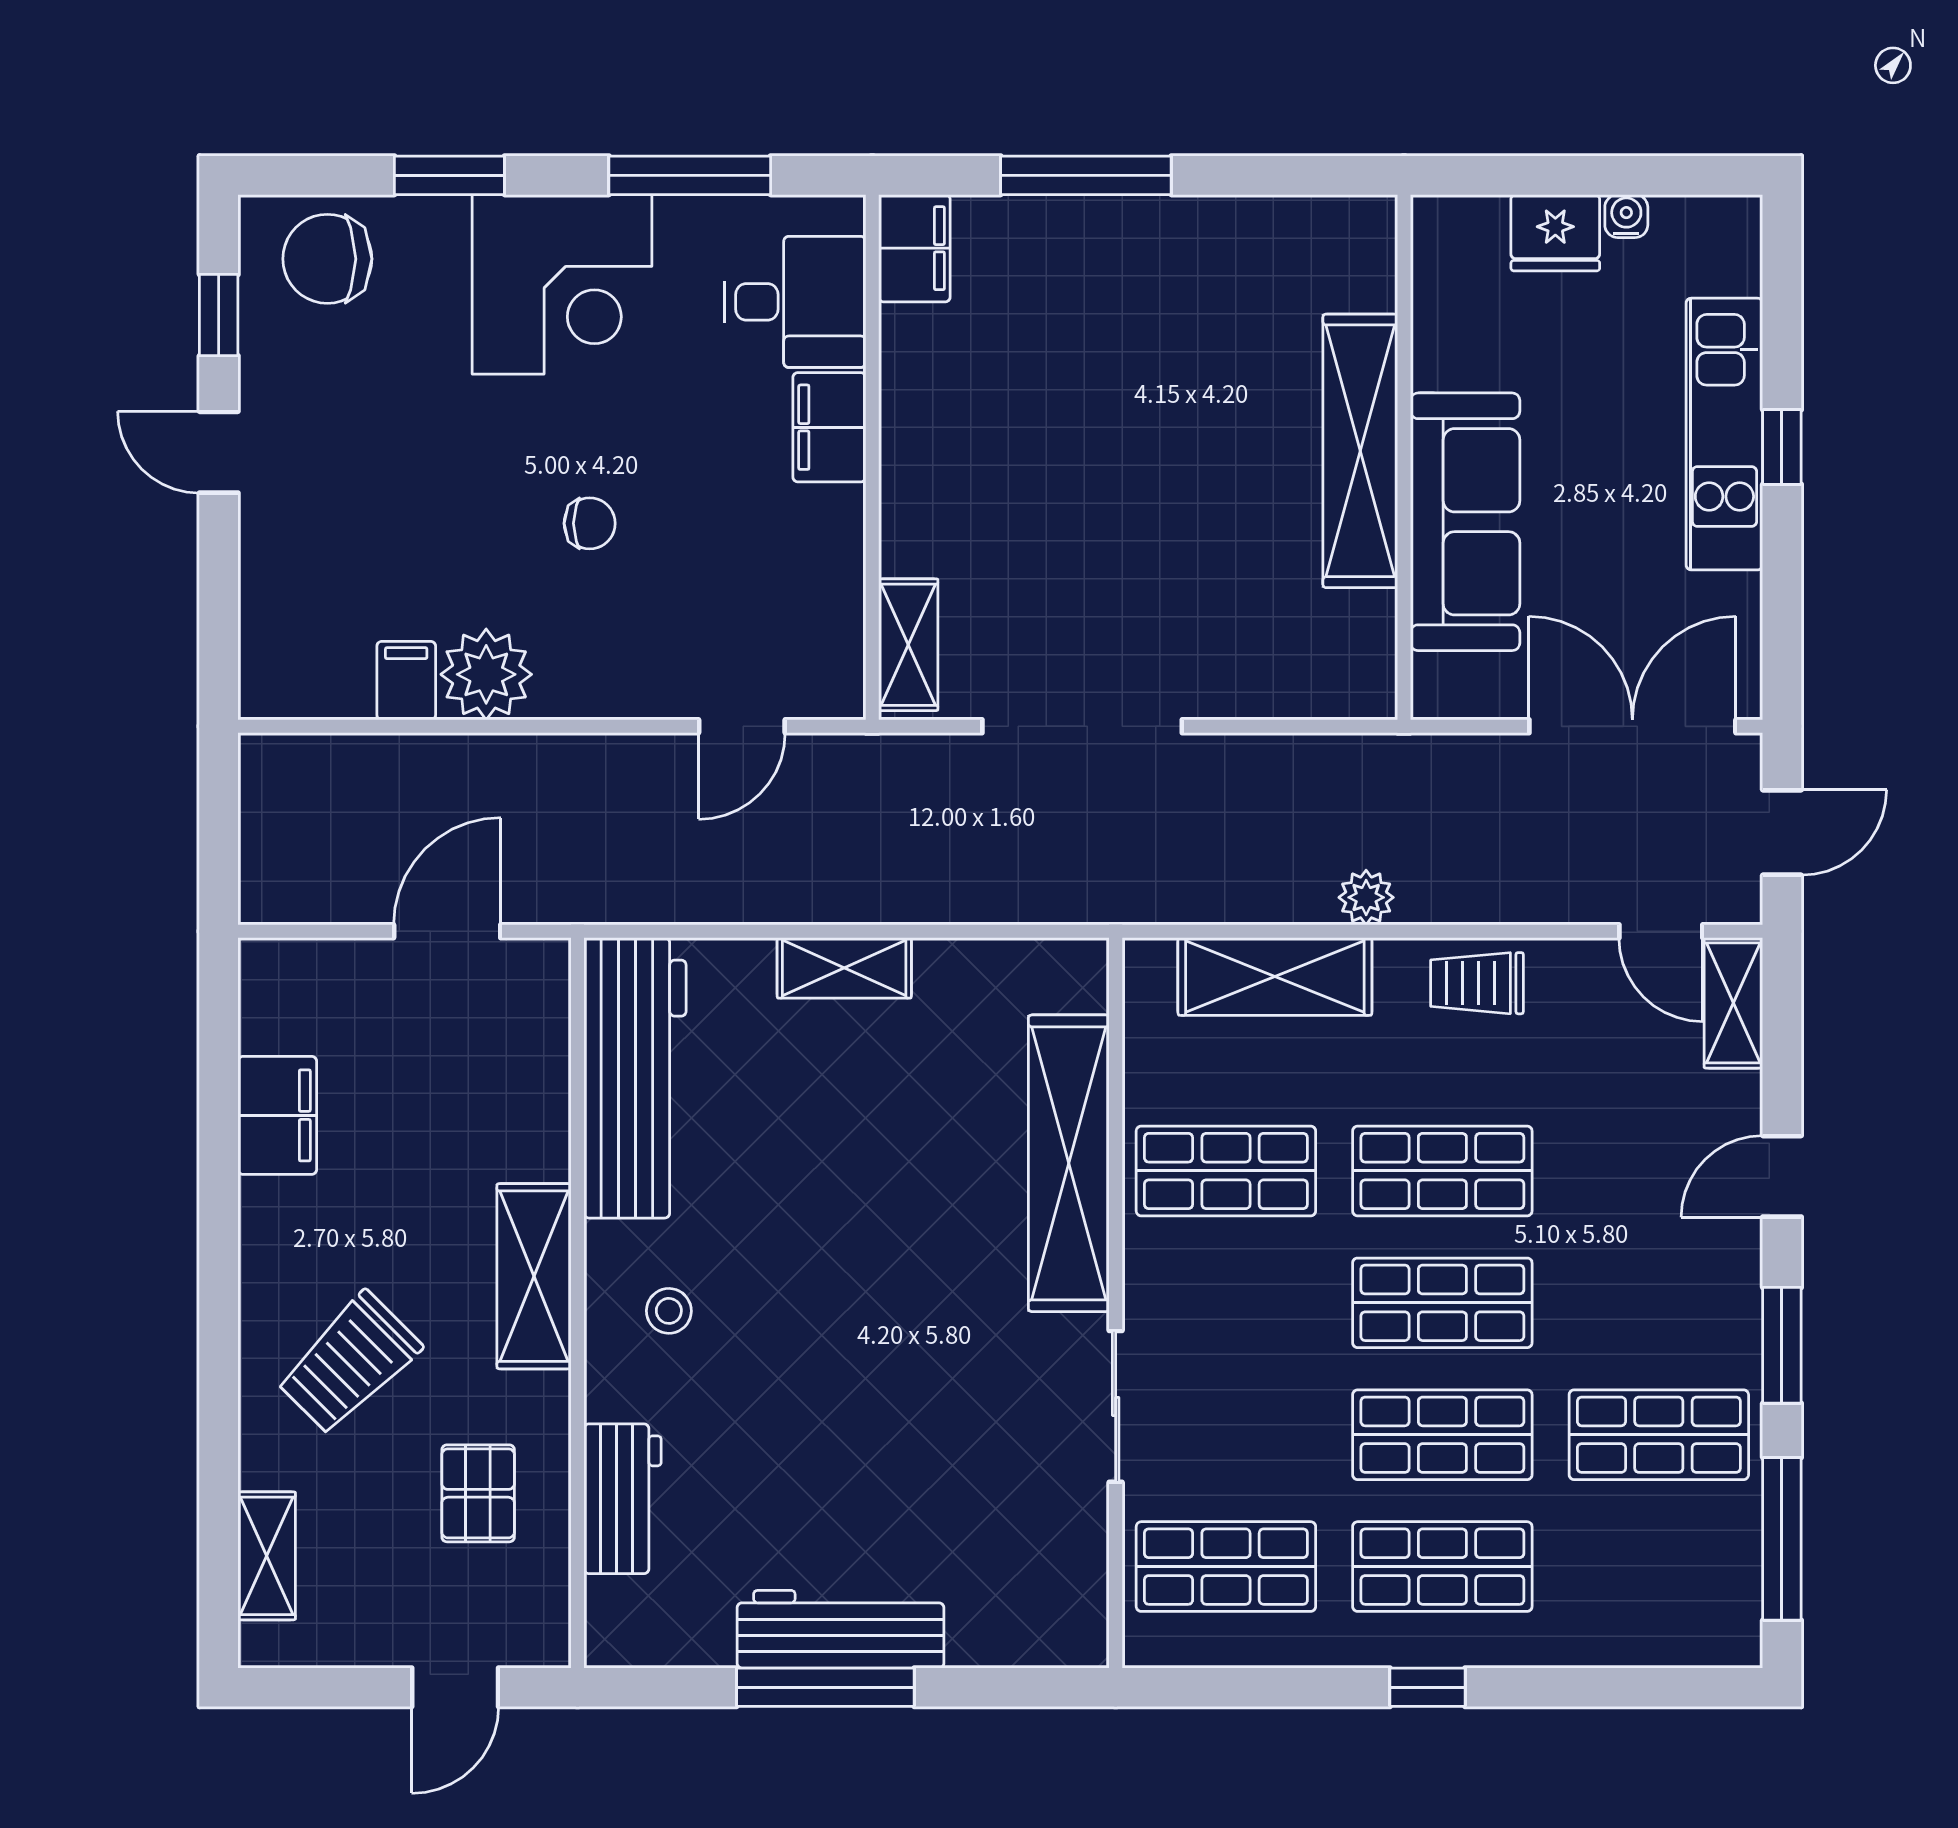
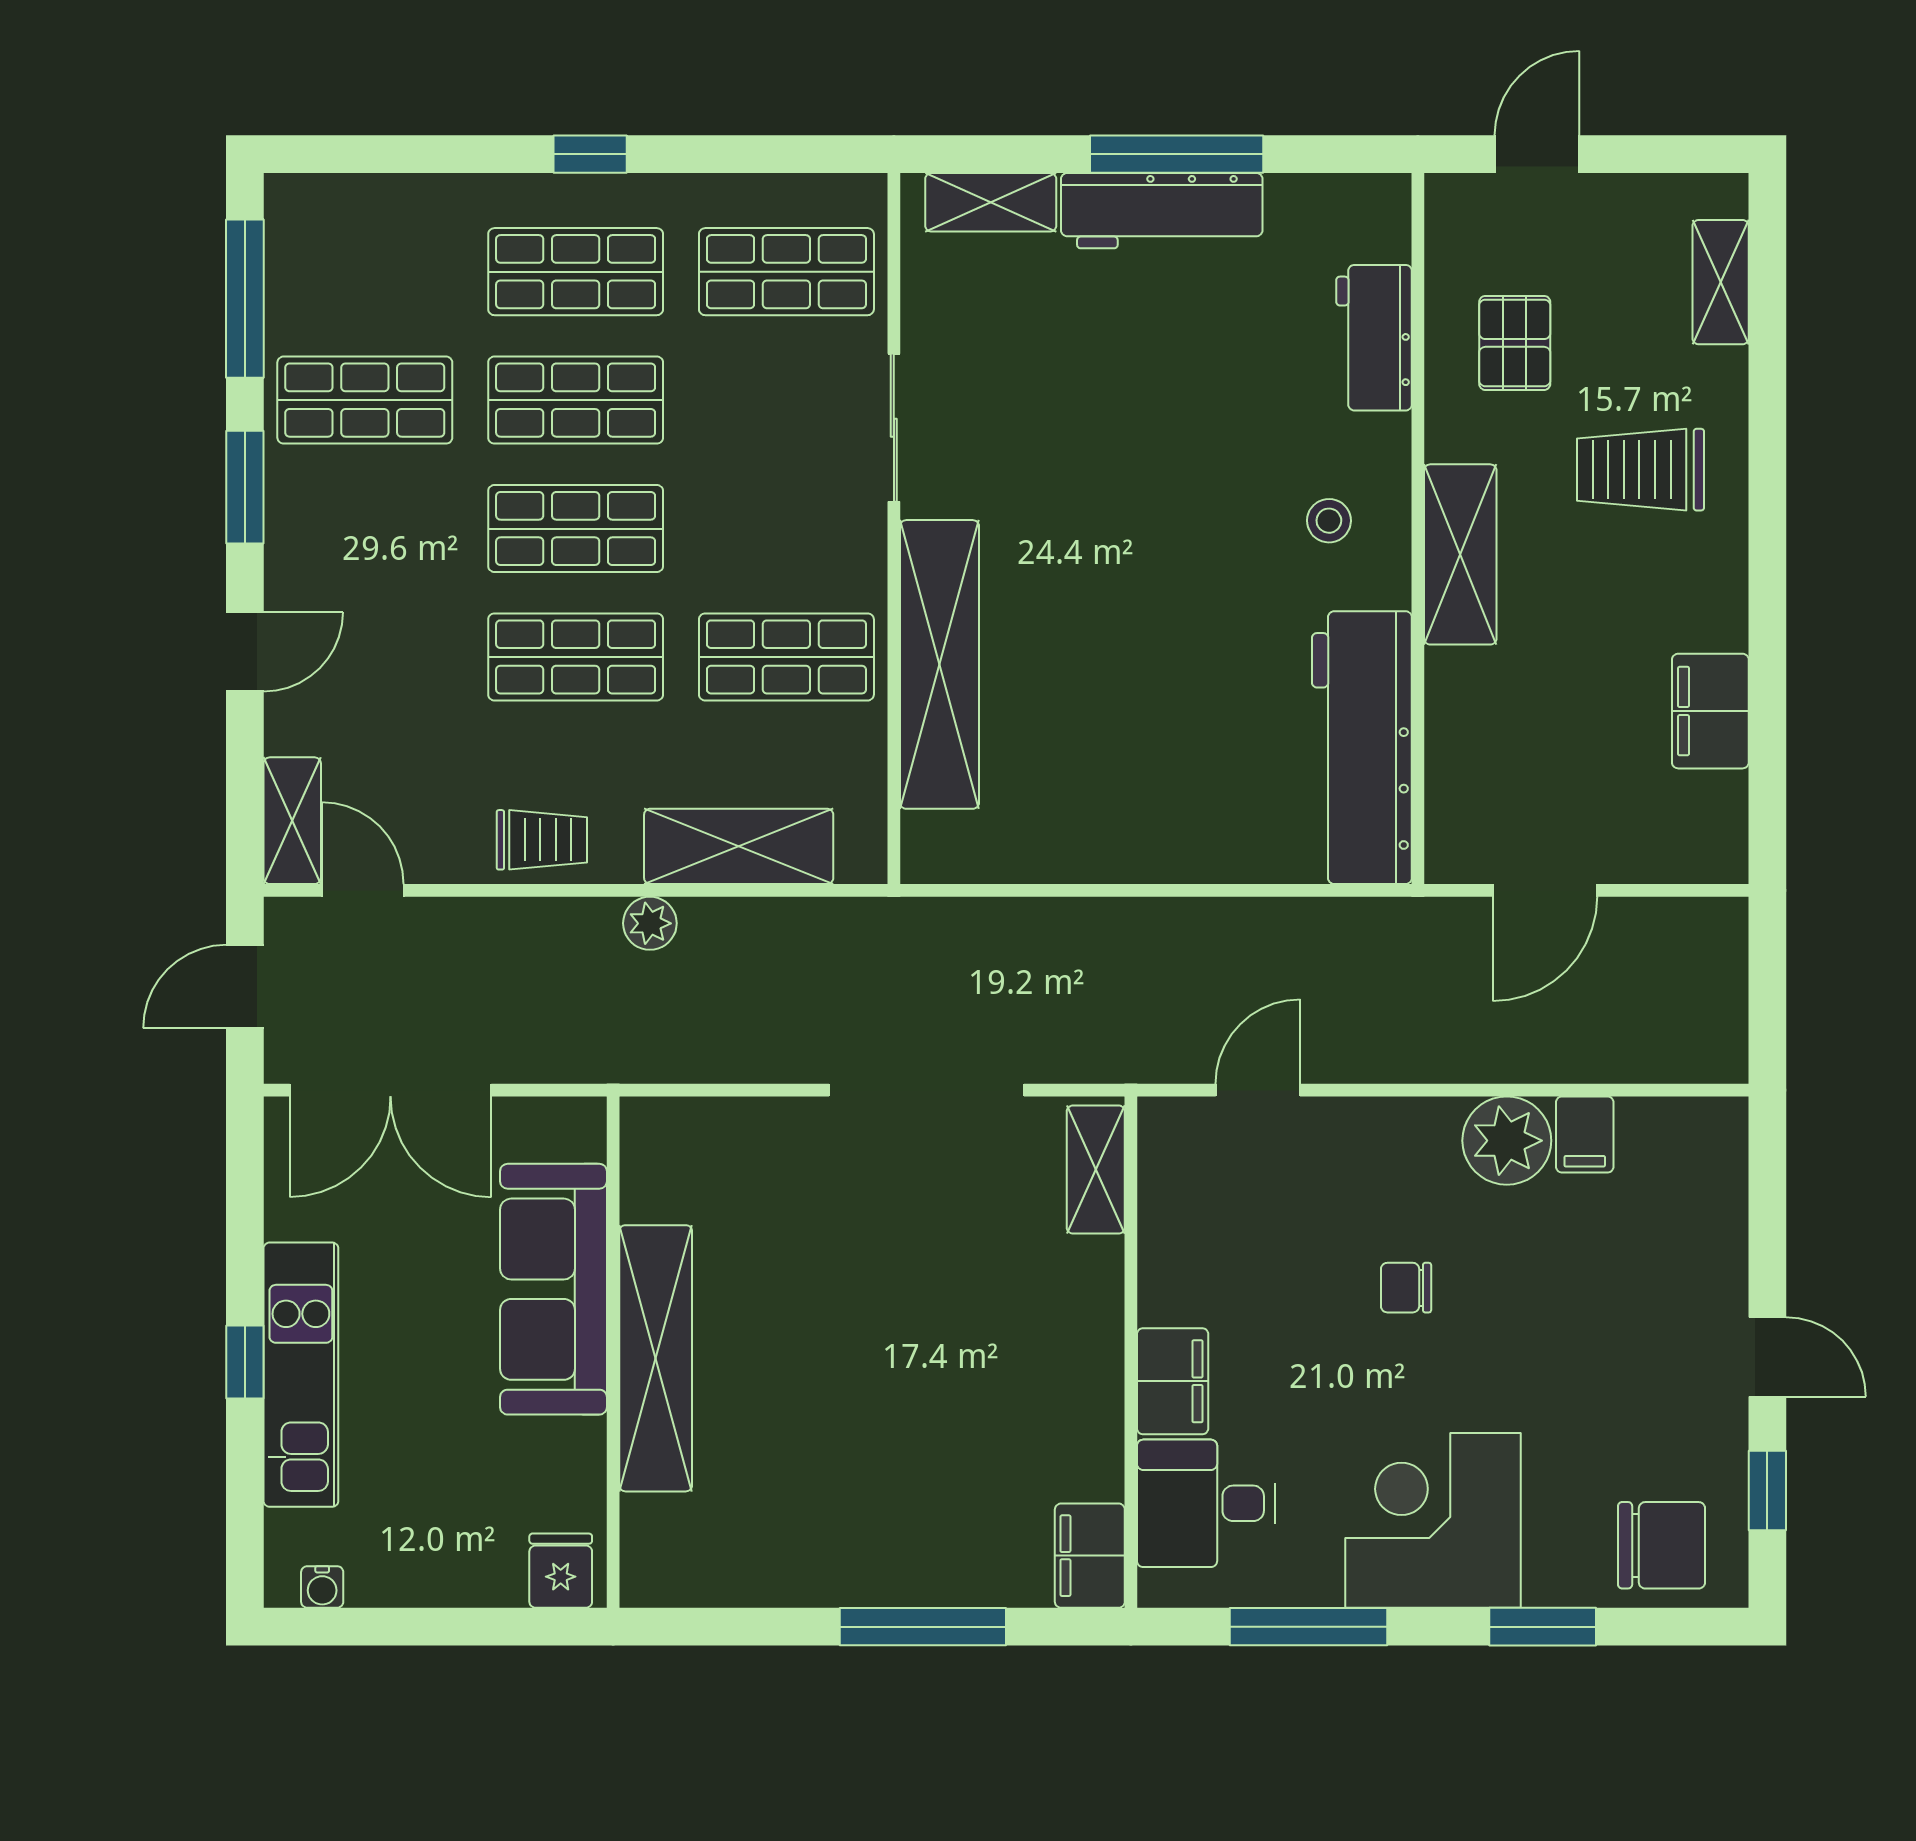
water cooler: (1626, 216) -> (322, 1587), moved
fridge: (1555, 233) -> (561, 1571), moved, width x0.72
shelving: (844, 968) -> (991, 202), moved
trolley: (349, 1363) -> (1641, 470), turned -135

